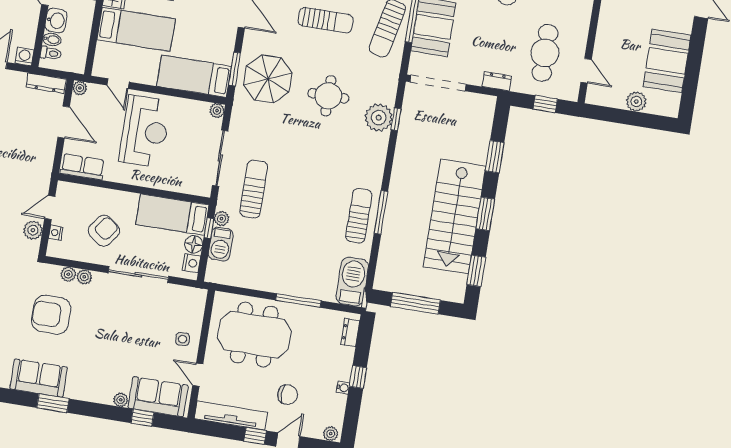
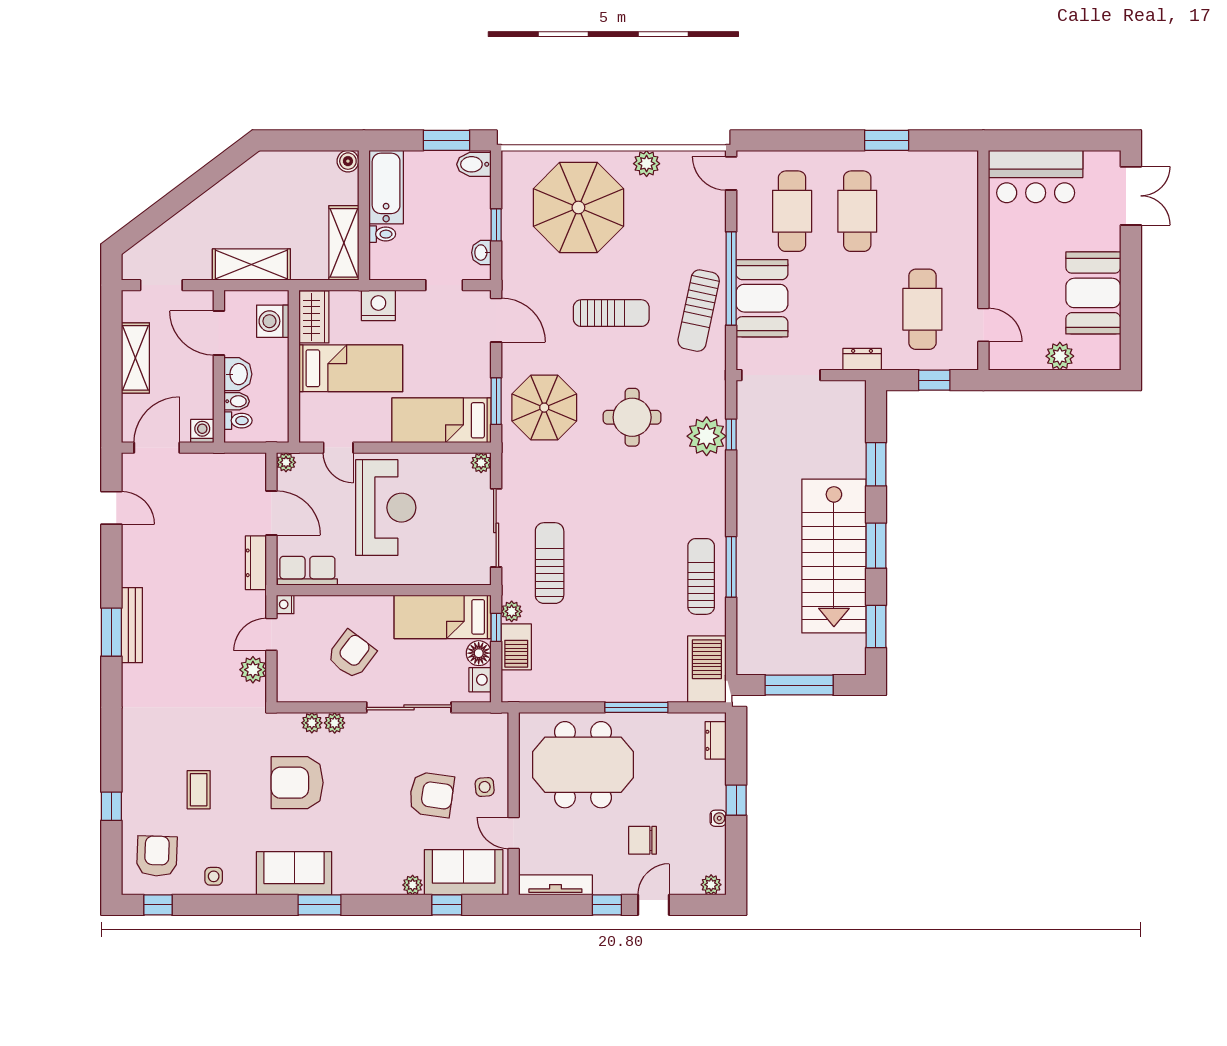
dresser: (46, 83) -> (256, 563), moved, turned 90
nightstand: (56, 233) -> (285, 604), moved
armchair: (144, 338) -> (431, 795), added
chair: (288, 395) -> (643, 840), turned 180
tv unit: (231, 416) -> (555, 885), width x0.73, depth x0.78

